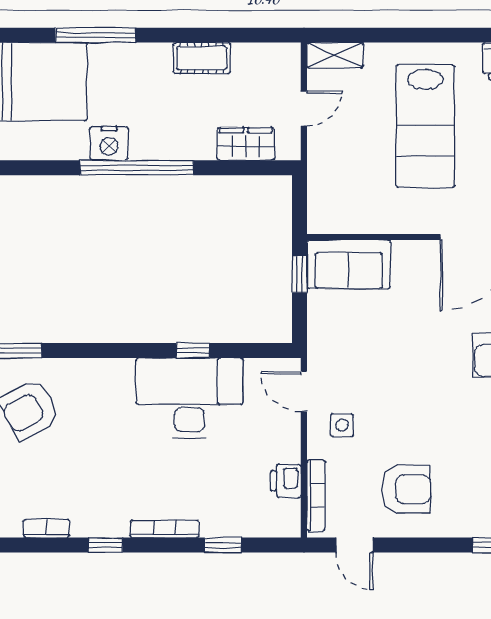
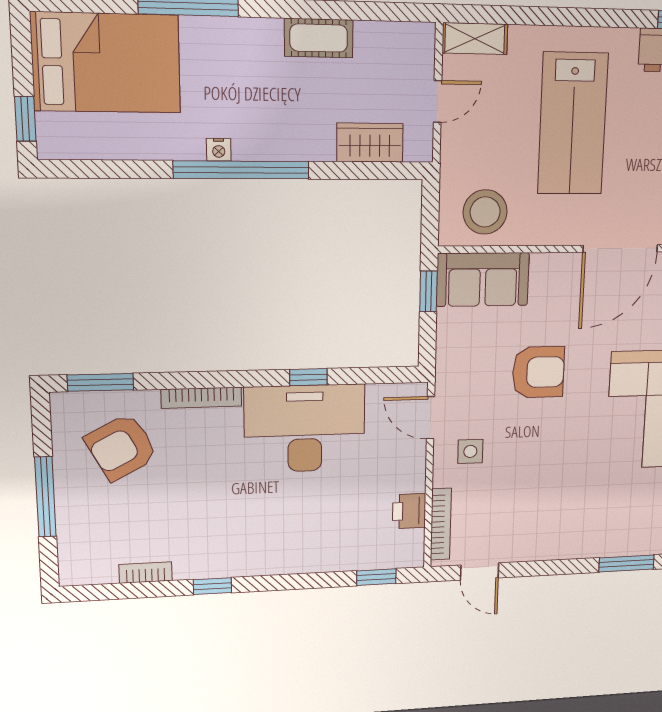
nightstand: (109, 143) -> (219, 150), width x0.53, depth x0.56
stool: (349, 204) -> (485, 212), added
armchair: (406, 489) -> (538, 372), moved
bookcase: (165, 529) -> (201, 398), moved, turned 180
window: (223, 545) -> (376, 577), moved

